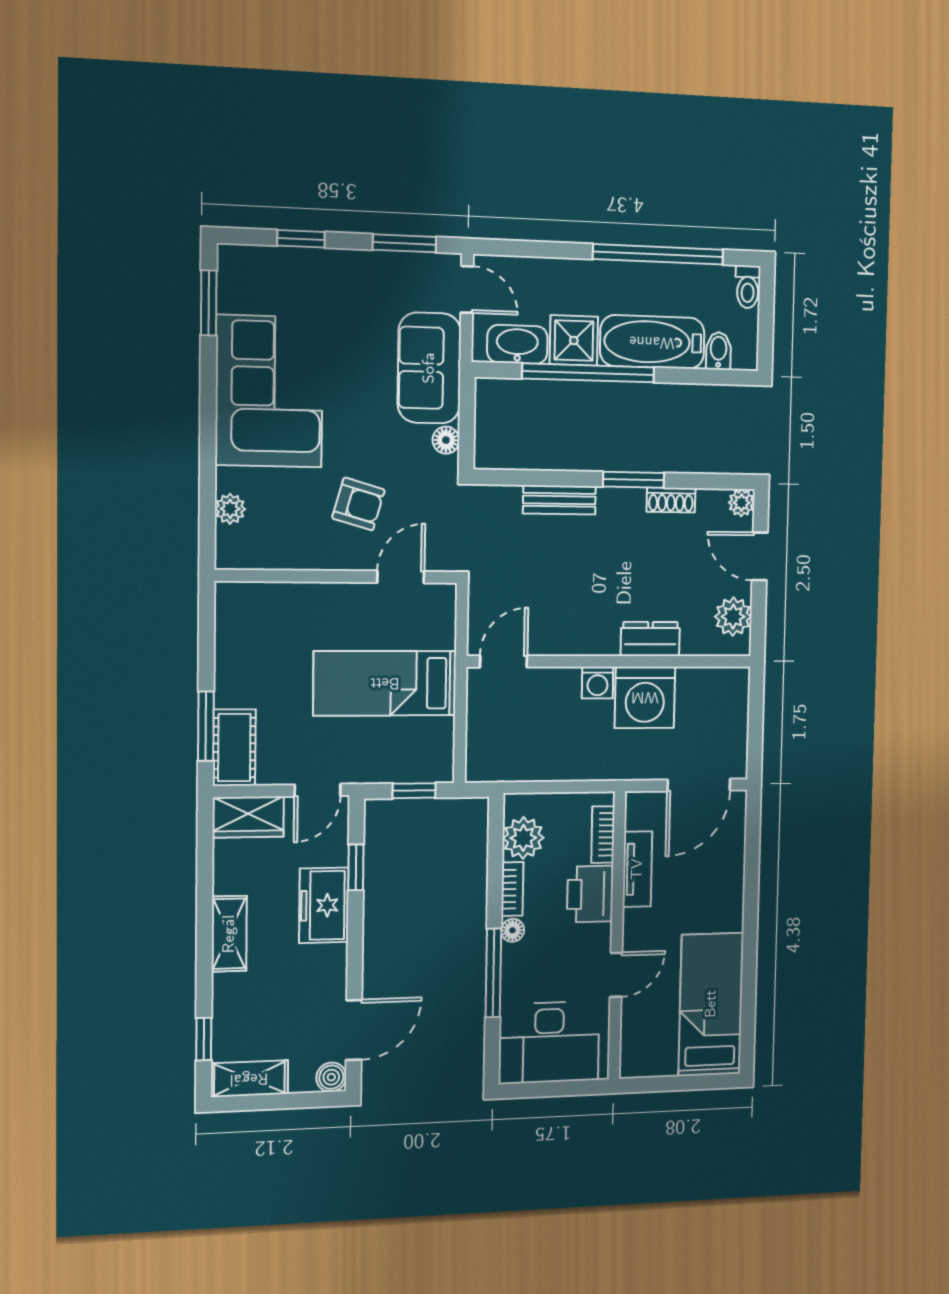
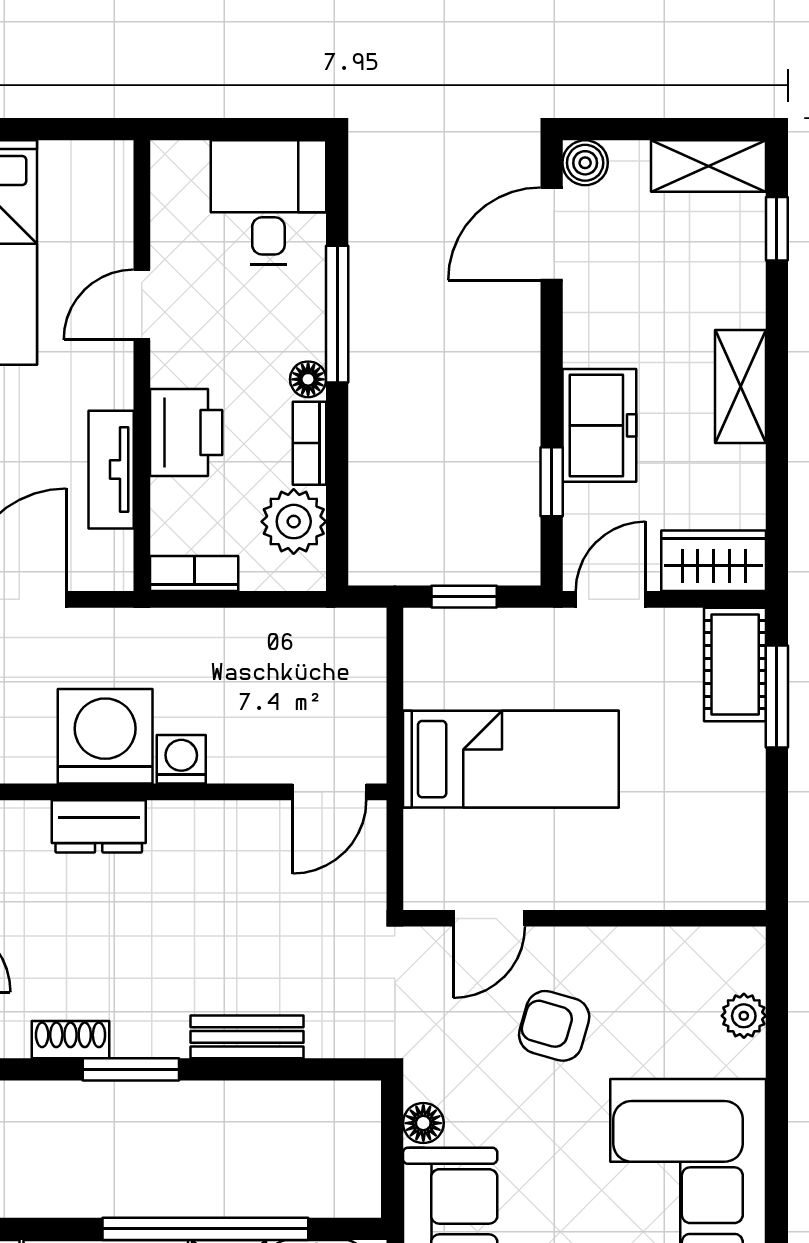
bookcase: (603, 835) -> (194, 573), moved, turned -90
desk: (549, 1043) -> (268, 202), width x0.73

